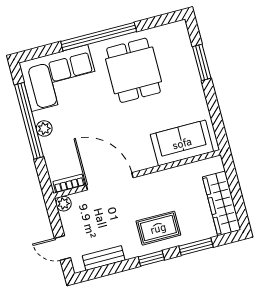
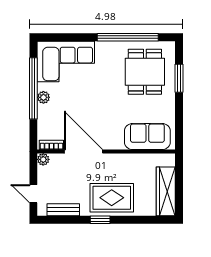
window: (99, 37) -> (128, 37), moved
dining table: (133, 70) -> (145, 72), moved
rug: (158, 228) -> (112, 198), width x1.36, depth x1.43
window: (196, 247) -> (137, 220), removed

